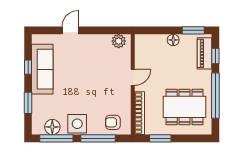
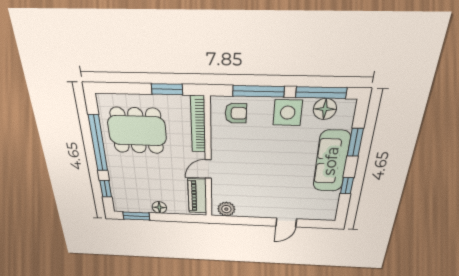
piano: (204, 53) -> (197, 196), moved, turned 180
sofa: (42, 69) -> (331, 161), moved

